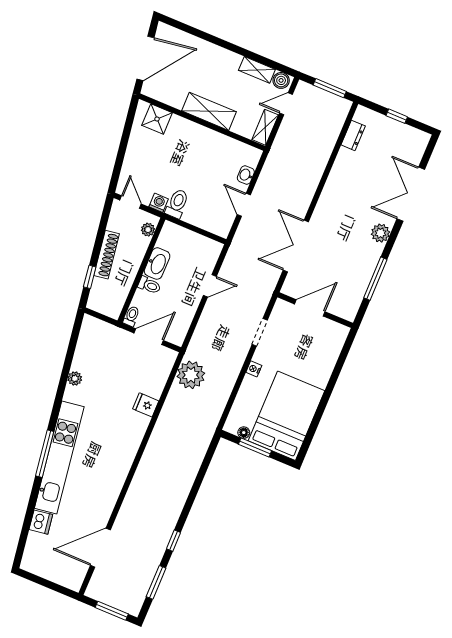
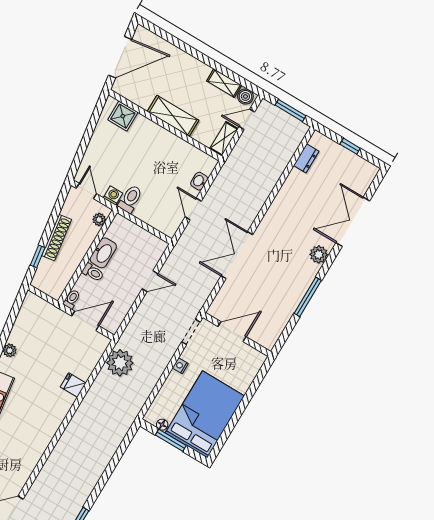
door: (310, 308) -> (232, 332), moved
wall: (315, 310) -> (237, 334), moved

